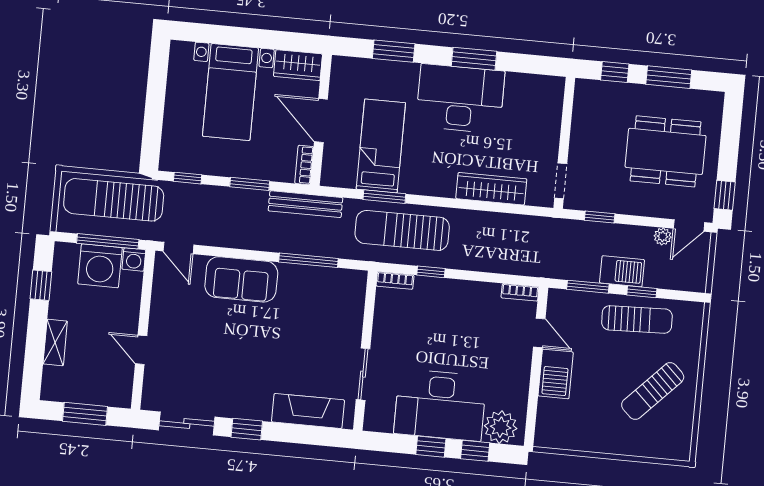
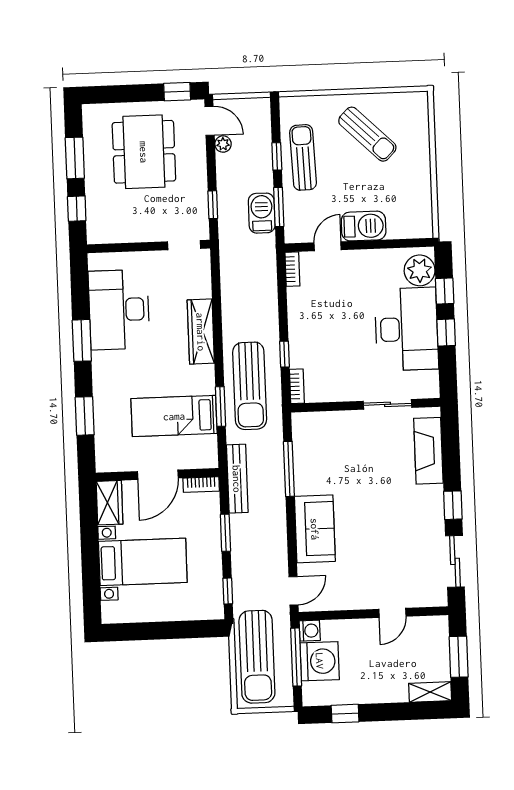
desk: (460, 99) -> (119, 310), moved
wardrobe: (491, 189) -> (201, 332), moved
barbecue: (622, 271) -> (262, 213), moved
shelving: (55, 343) -> (430, 692), moved

